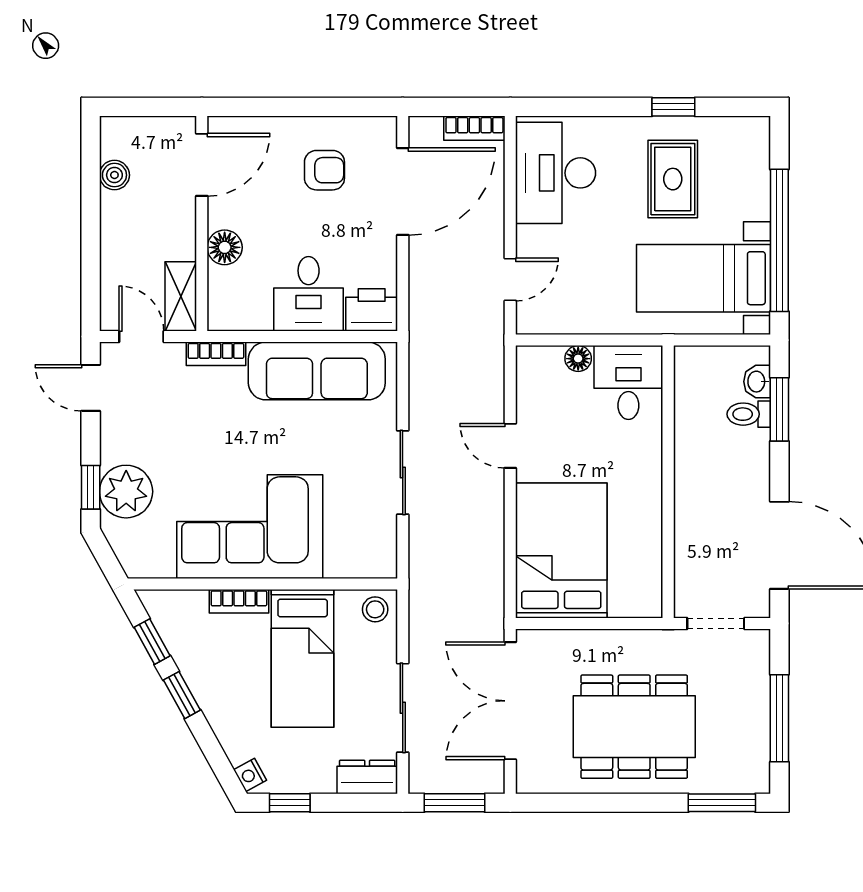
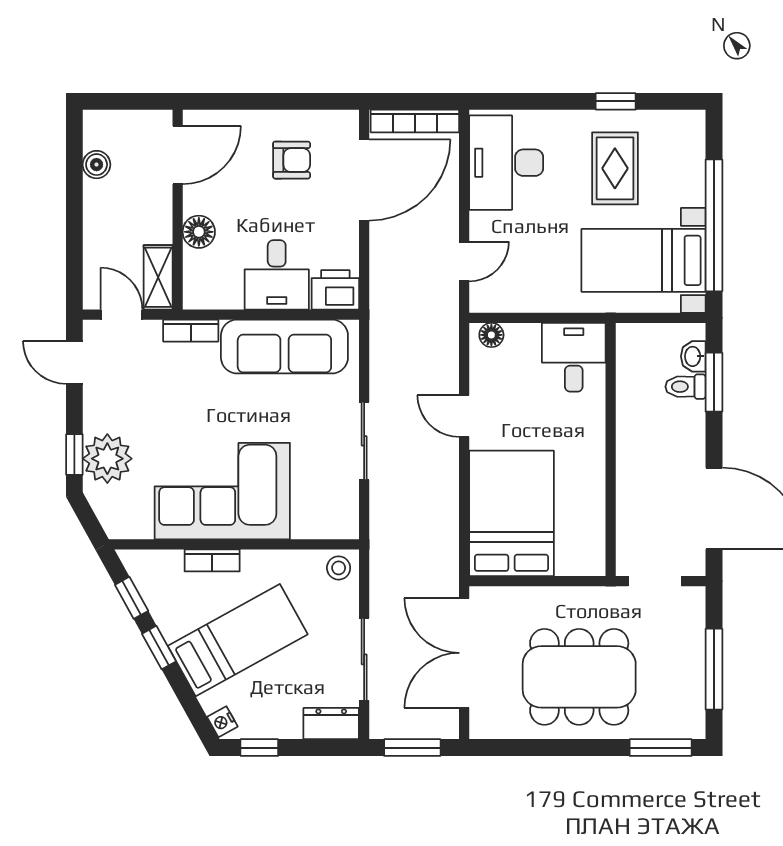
bookcase: (474, 128) -> (415, 121), width x1.56
floor lamp: (578, 359) -> (491, 335), moved
bed: (303, 658) -> (238, 640), moved, turned -119

